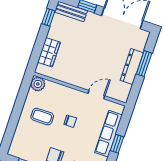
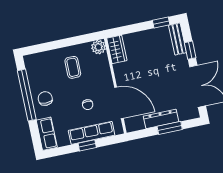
wardrobe: (49, 52) -> (117, 49), moved, turned -90
door: (96, 95) -> (119, 103), width x1.88
chair: (70, 121) -> (88, 105), moved

